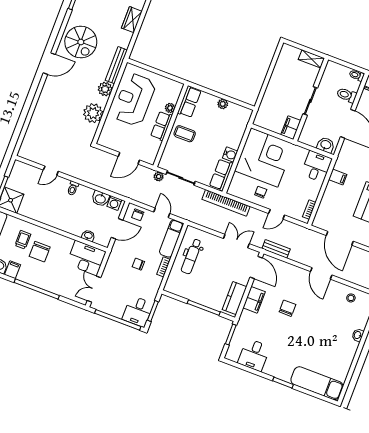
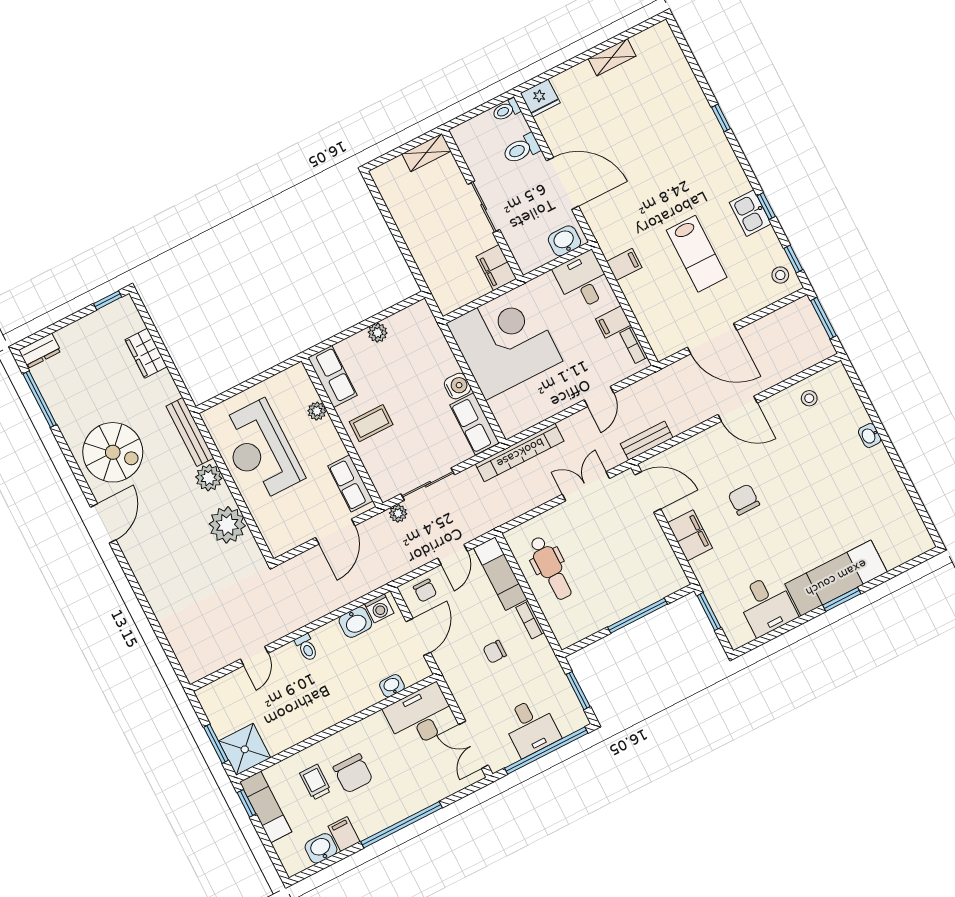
row of seats: (161, 126) -> (350, 483), moved
chair: (261, 192) -> (548, 391), removed
filing cabinet: (311, 193) -> (613, 322), added
door: (162, 213) -> (453, 555), swing flipped
kitchen counter: (235, 298) -> (663, 560), removed
desk: (138, 311) -> (531, 727), moved
exam couch: (317, 383) -> (836, 578), moved

